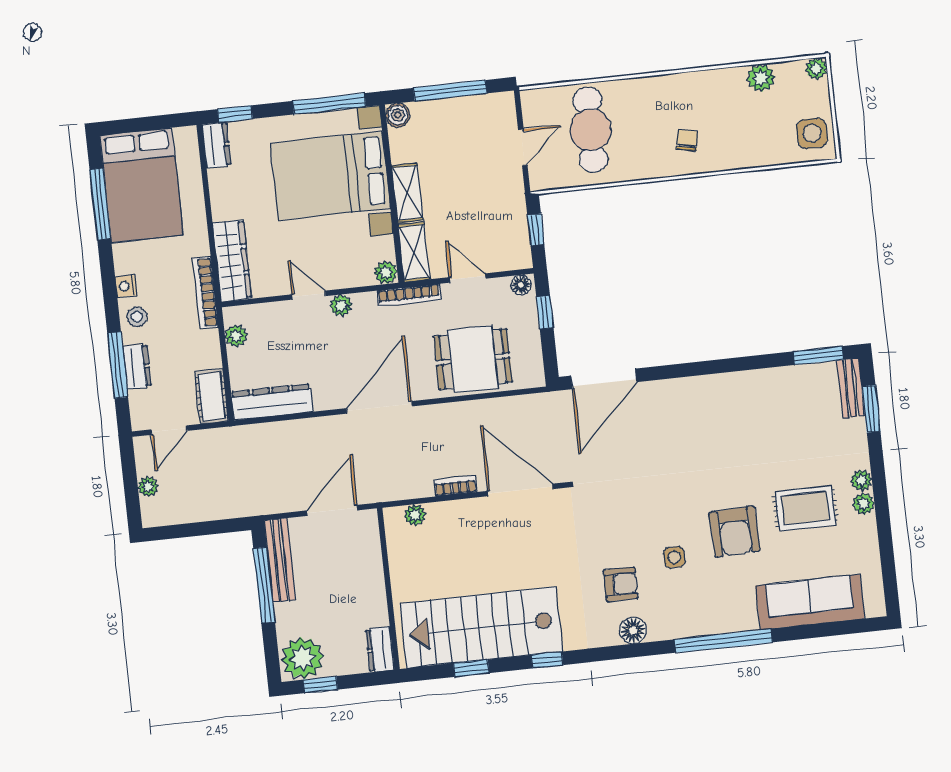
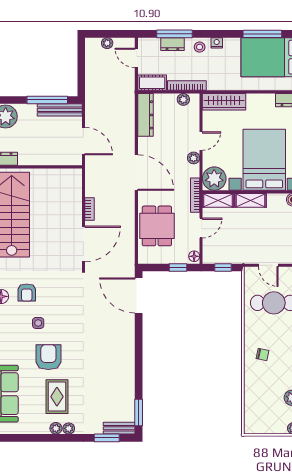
side table: (812, 133) -> (259, 422), removed
plant: (386, 272) -> (214, 179), width x1.88, depth x1.88
bookcase: (205, 292) -> (187, 86), moved
plant: (415, 515) -> (76, 186), removed
armchair: (735, 532) -> (48, 357), turned 92

